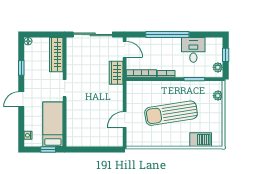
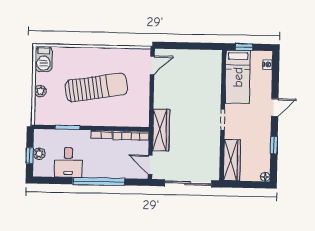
plant: (218, 67) -> (39, 154), moved
wardrobe: (116, 73) -> (161, 130), width x1.50
plant: (218, 96) -> (40, 91), moved
door: (125, 120) -> (152, 65), moved
barbecue: (201, 140) -> (44, 59), moved, turned -90

